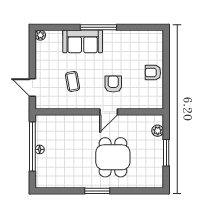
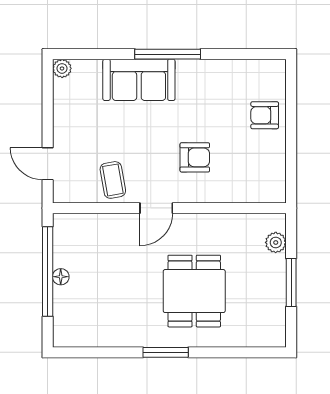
armchair: (153, 73) -> (265, 115), moved
coffee table: (73, 81) -> (113, 180), moved
armchair: (113, 84) -> (195, 157), turned 90
door: (109, 112) -> (156, 208), moved

